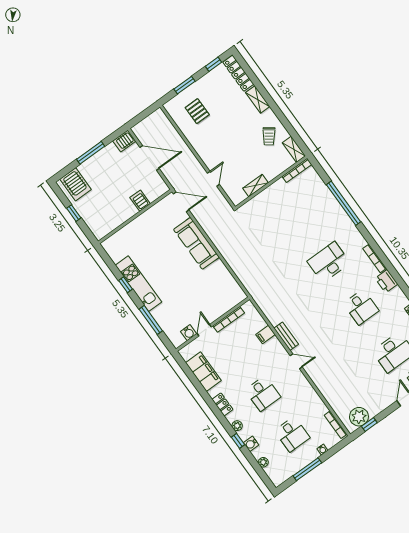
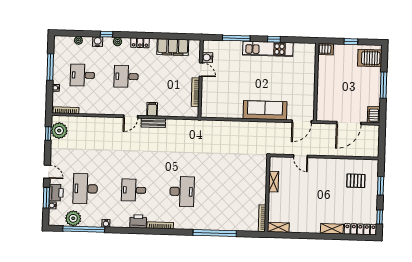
trolley: (269, 136) -> (301, 217), removed
server rack: (140, 201) -> (326, 49), moved
filing cabinet: (266, 334) -> (152, 109), moved

